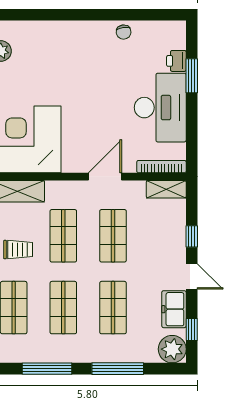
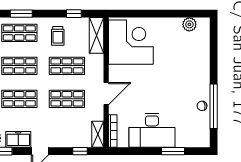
window: (124, 15) -> (214, 106), added
printer: (176, 61) -> (183, 141), removed
door: (105, 177) -> (106, 94), hinge flipped
window: (192, 236) -> (80, 151), moved

